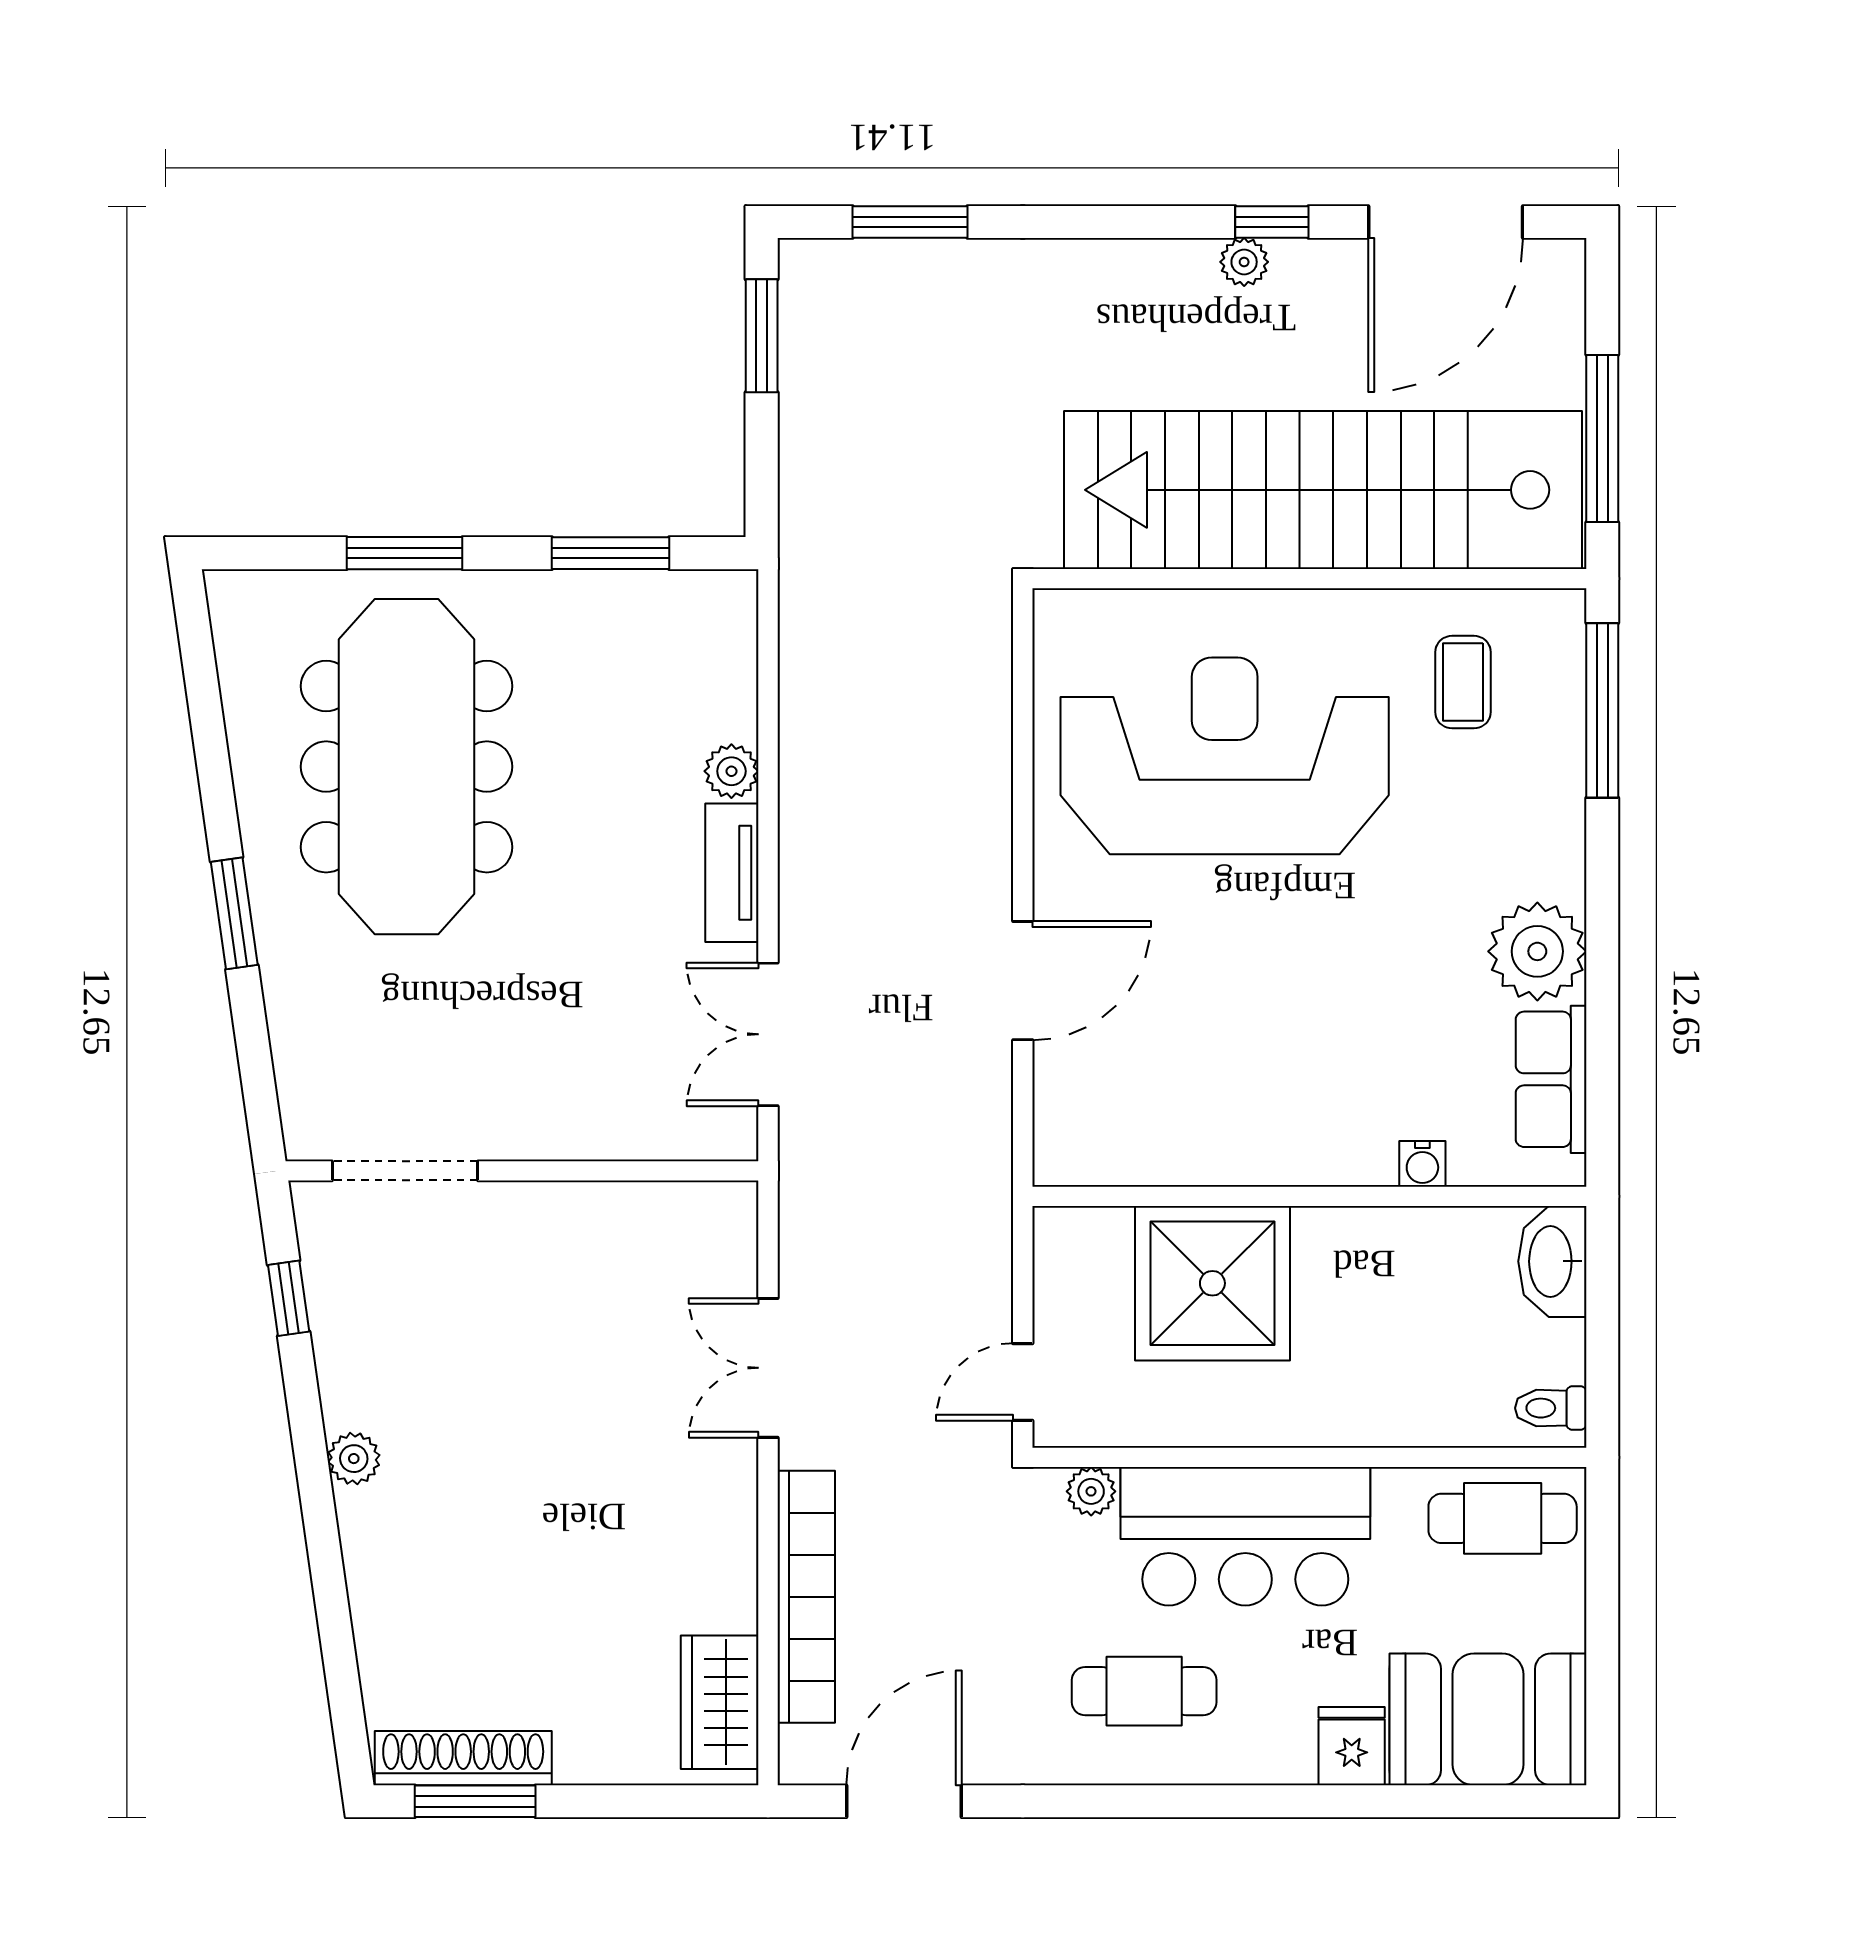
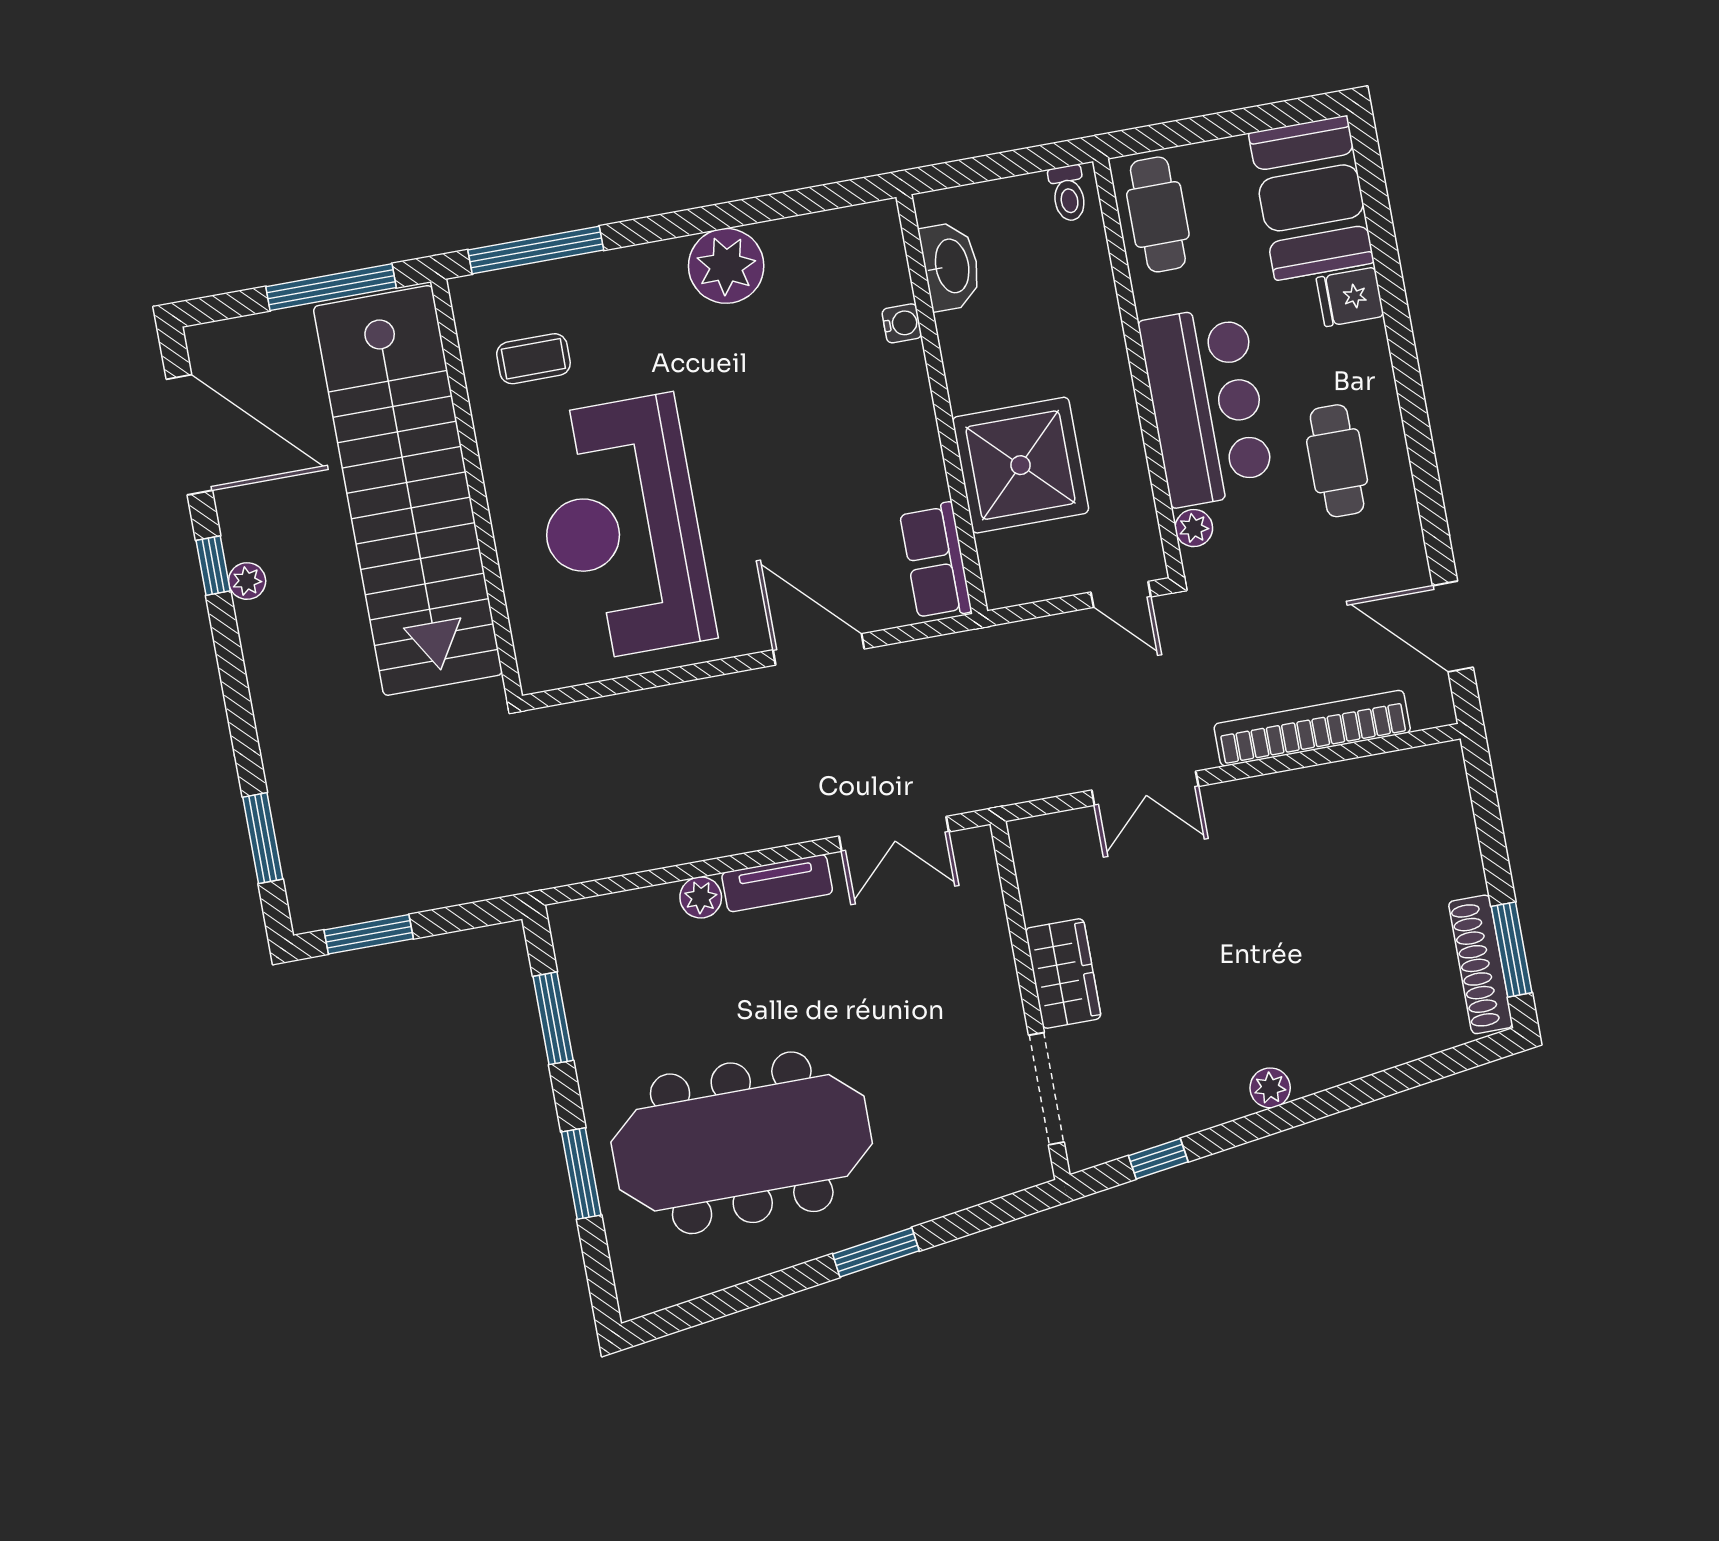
row of seats: (1551, 1079) -> (936, 561), moved, turned 90
washbasin: (1552, 1261) -> (951, 266), moved, turned -90
wardrobe: (720, 1702) -> (1063, 973), moved, turned -90

